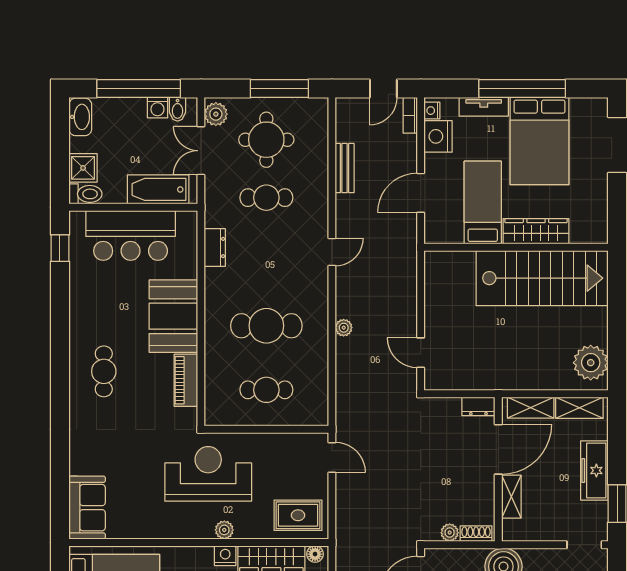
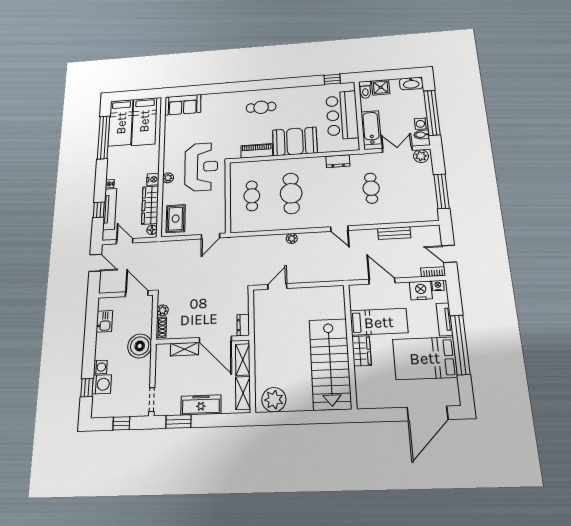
round table: (266, 140) -> (408, 186), removed
wardrobe: (536, 231) -> (361, 351), width x0.67

